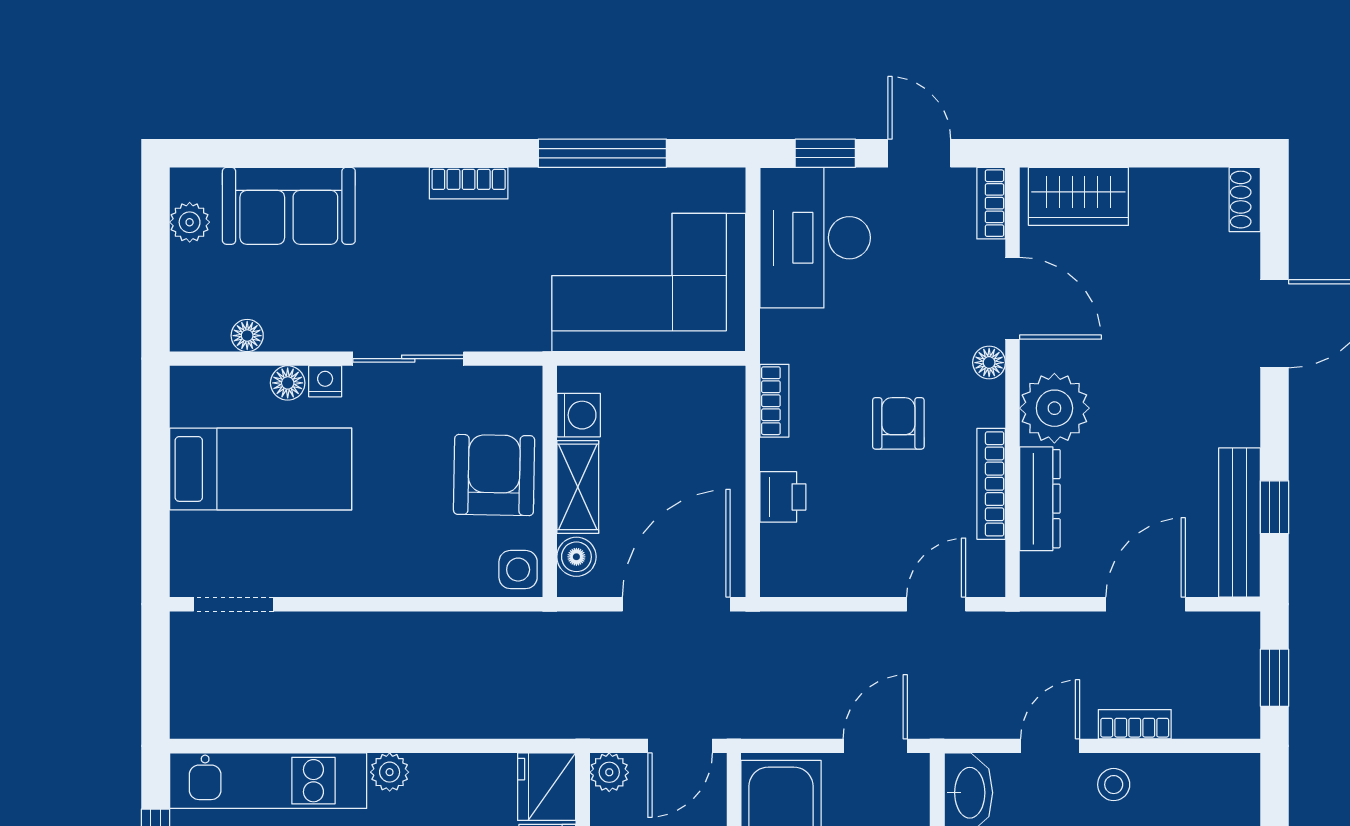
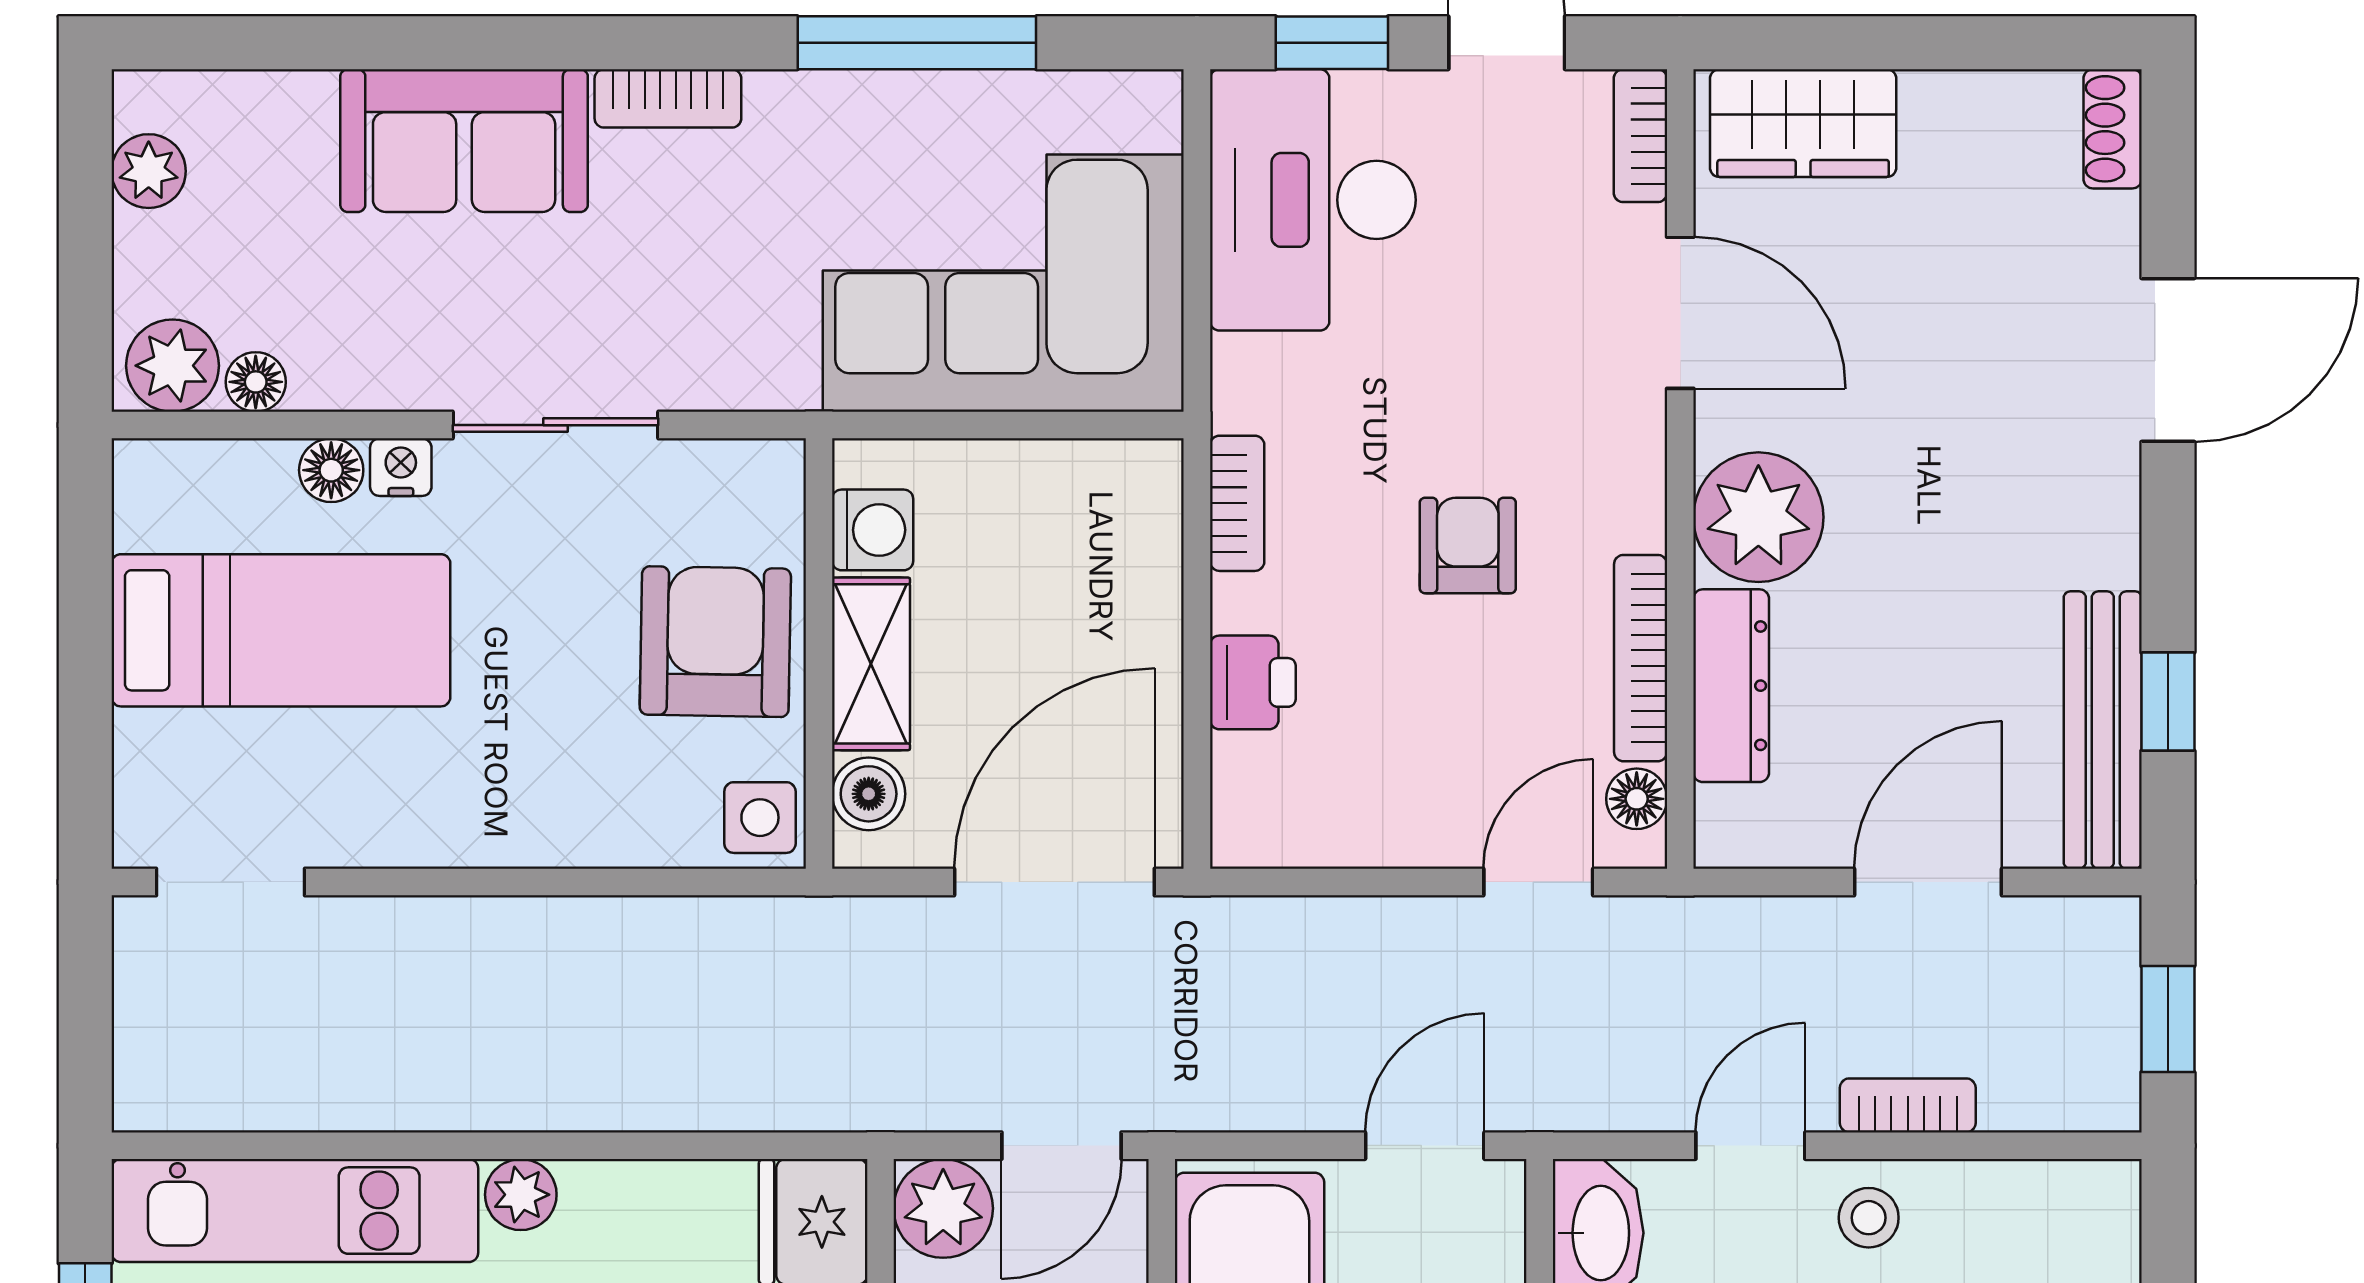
sofa: (289, 206) -> (464, 141), moved
plant: (202, 327) -> (172, 366), added
floor lamp: (989, 363) -> (1637, 799), moved
plant: (609, 772) -> (943, 1208), width x1.38, depth x1.38

